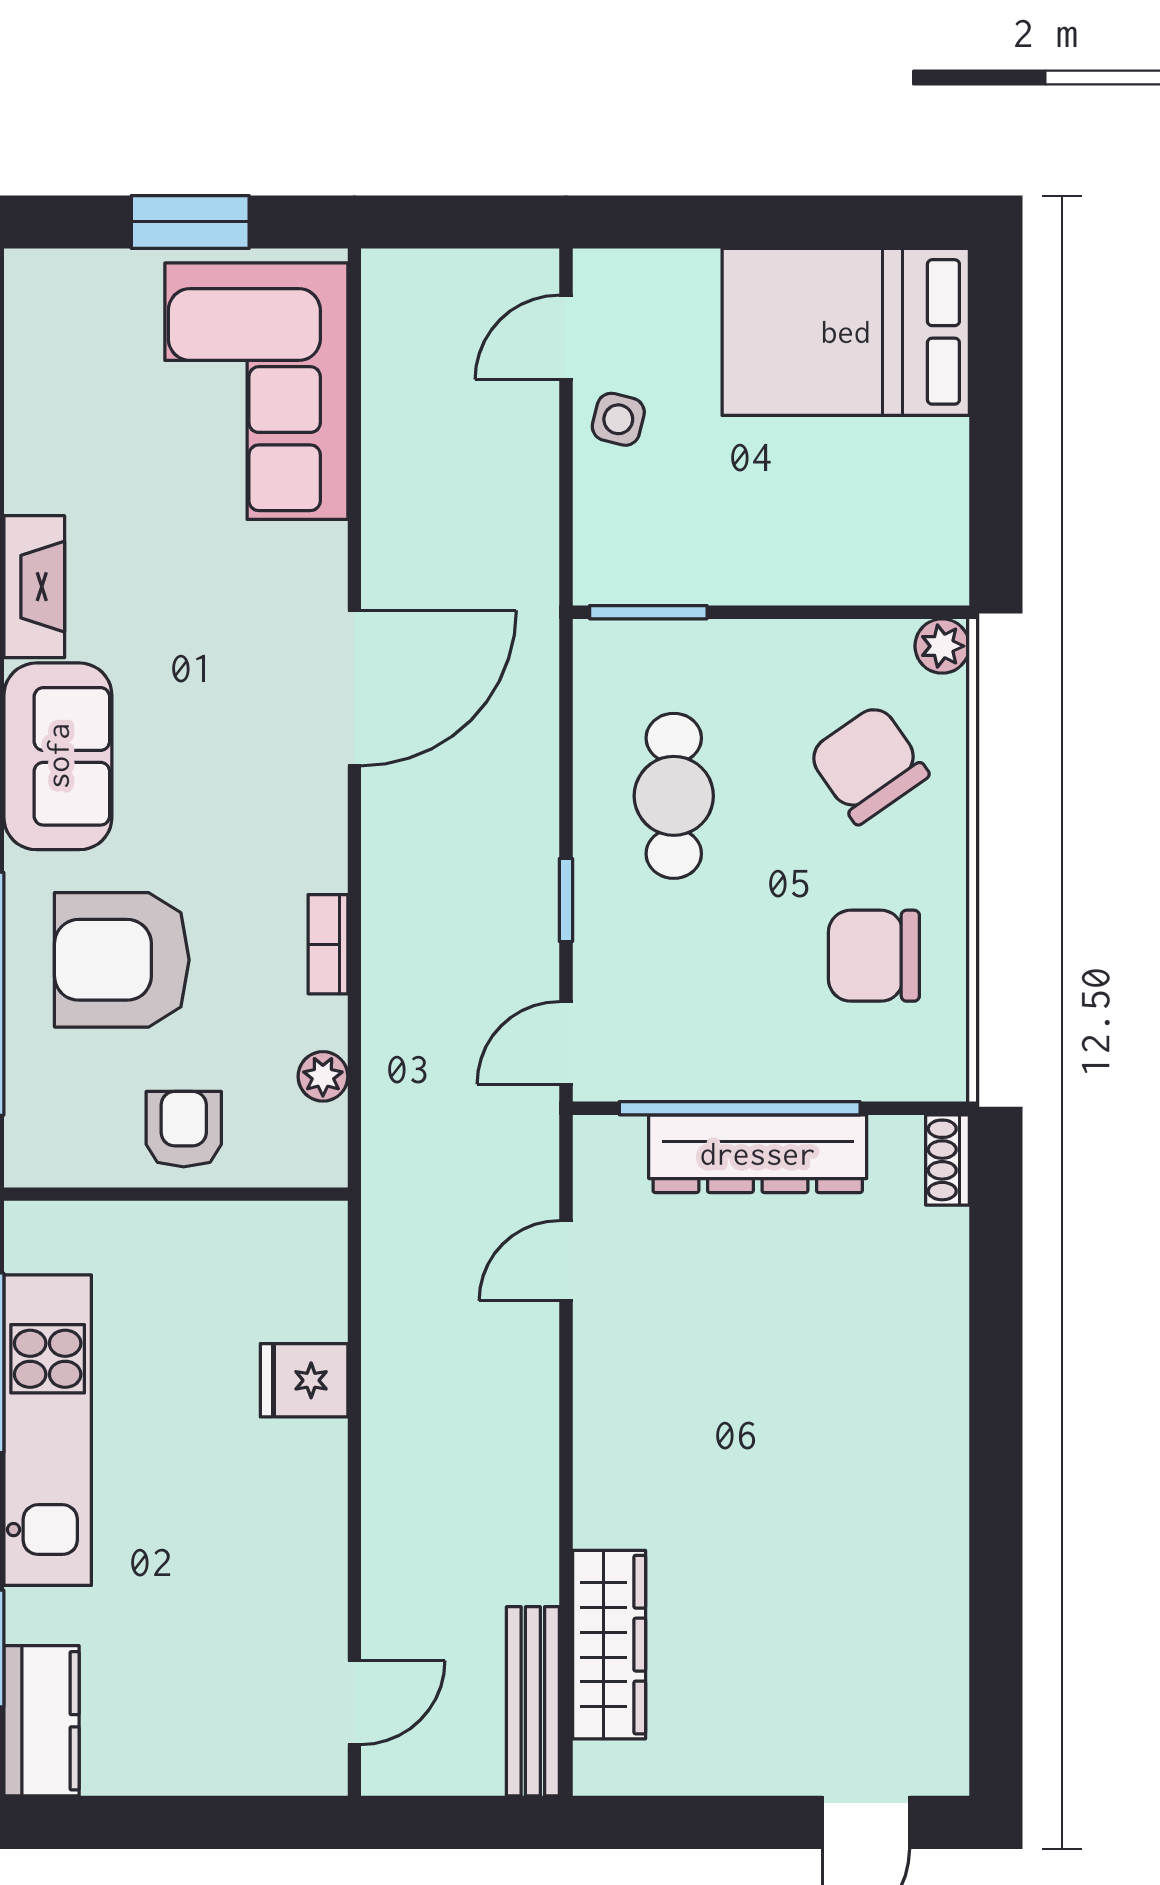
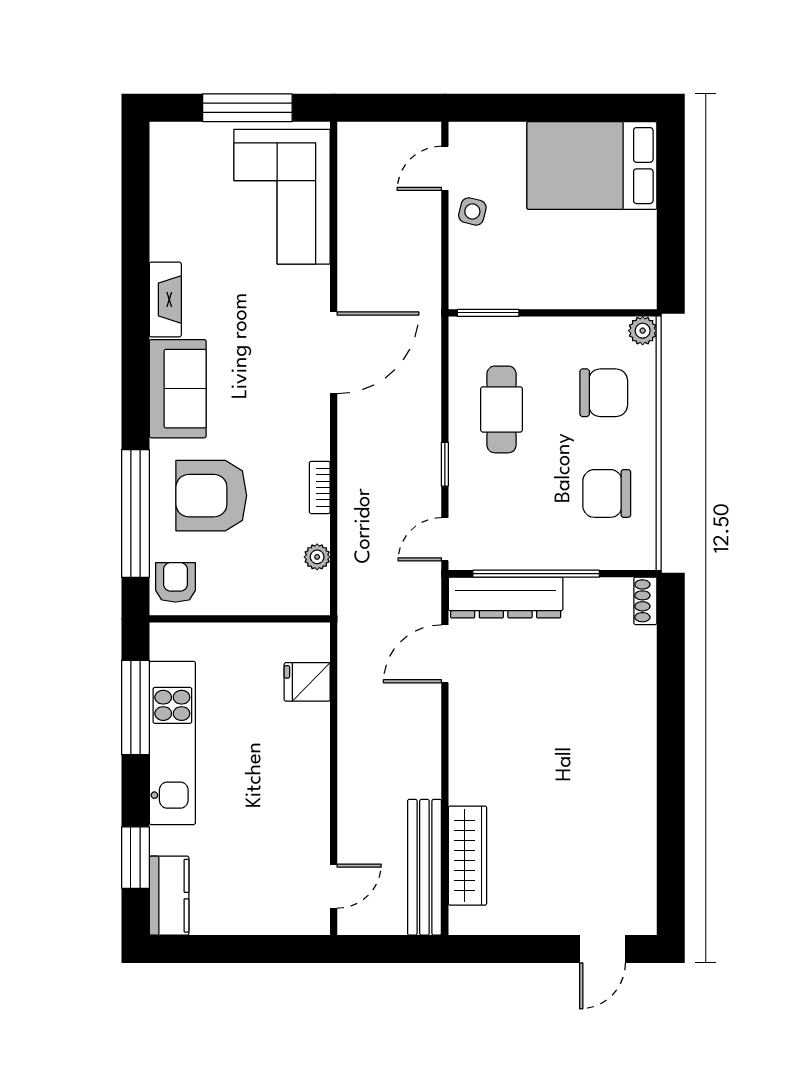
window: (190, 222) -> (247, 108), width x1.44
chair: (868, 764) -> (604, 393), turned 125
armchair: (184, 1129) -> (175, 582), moved
dresser: (758, 1154) -> (506, 598), moved
door: (566, 1261) -> (445, 654), width x1.37
fridge: (304, 1380) -> (307, 682), moved
bench: (533, 1701) -> (424, 867), width x1.37, depth x1.21

